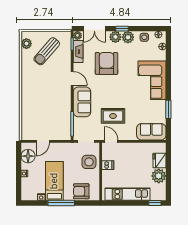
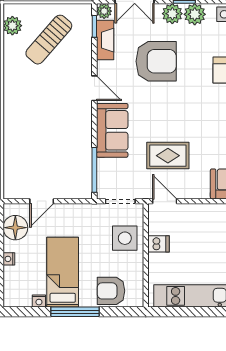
armchair: (106, 63) -> (156, 61), turned 90

